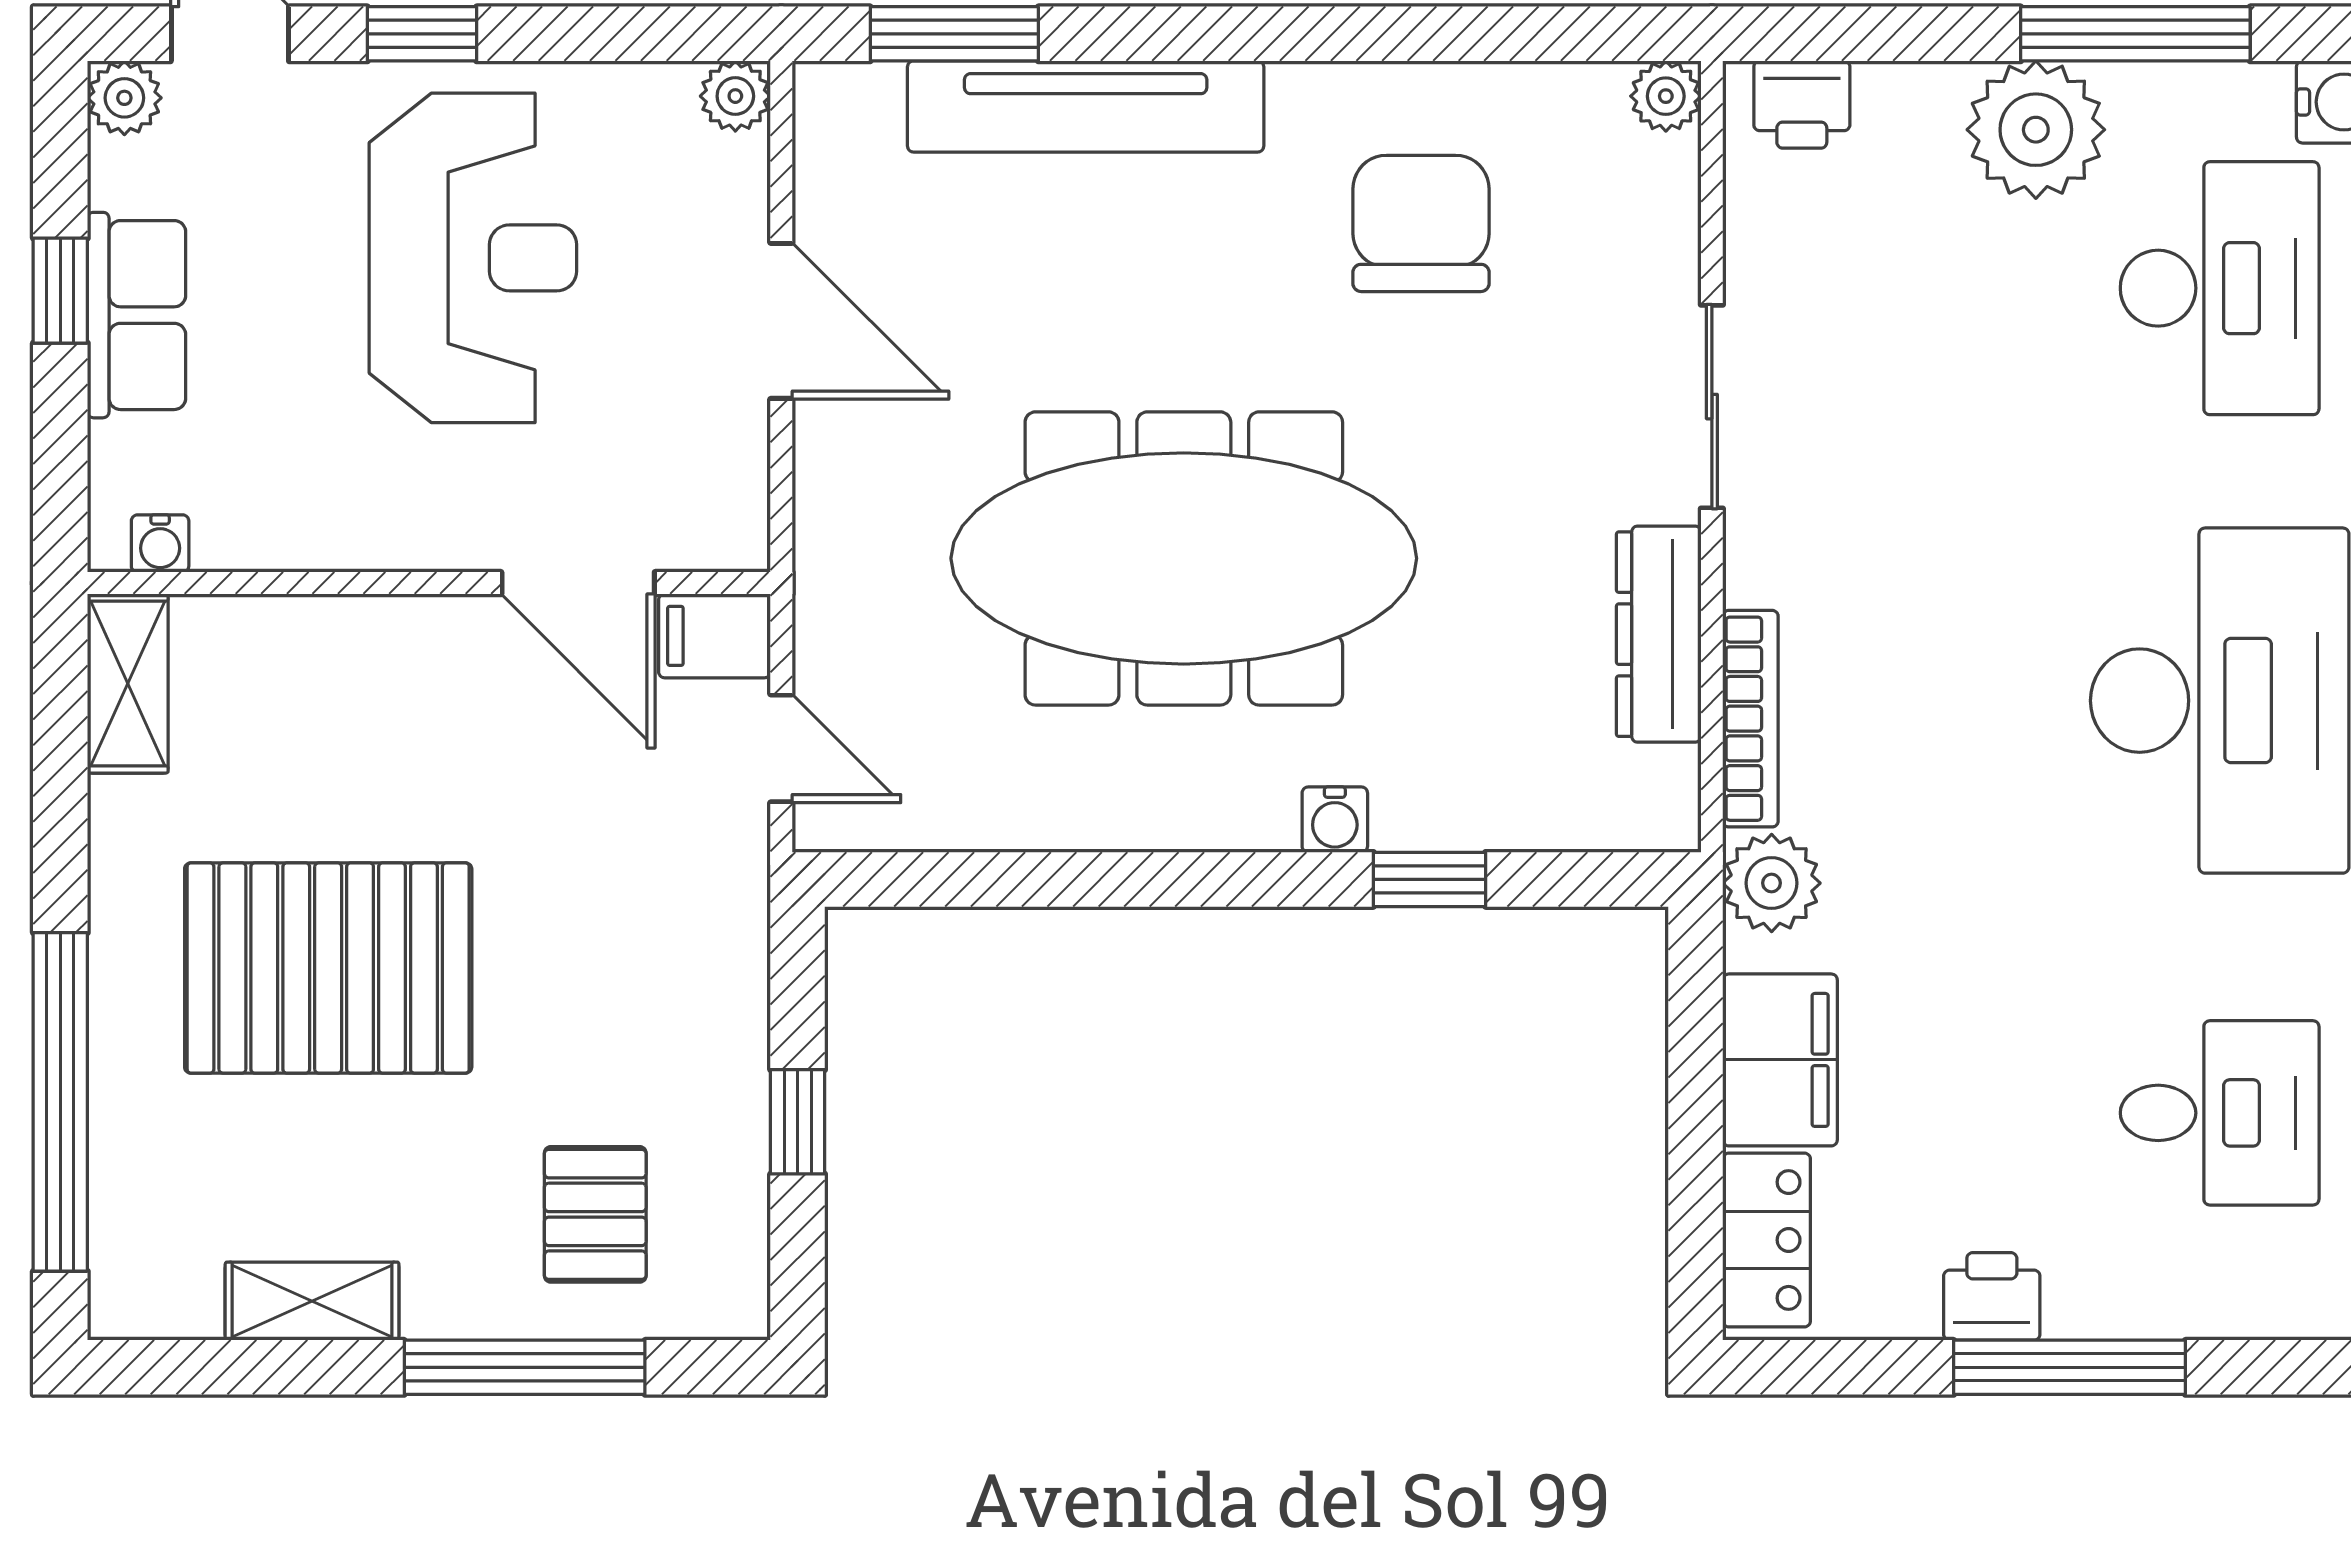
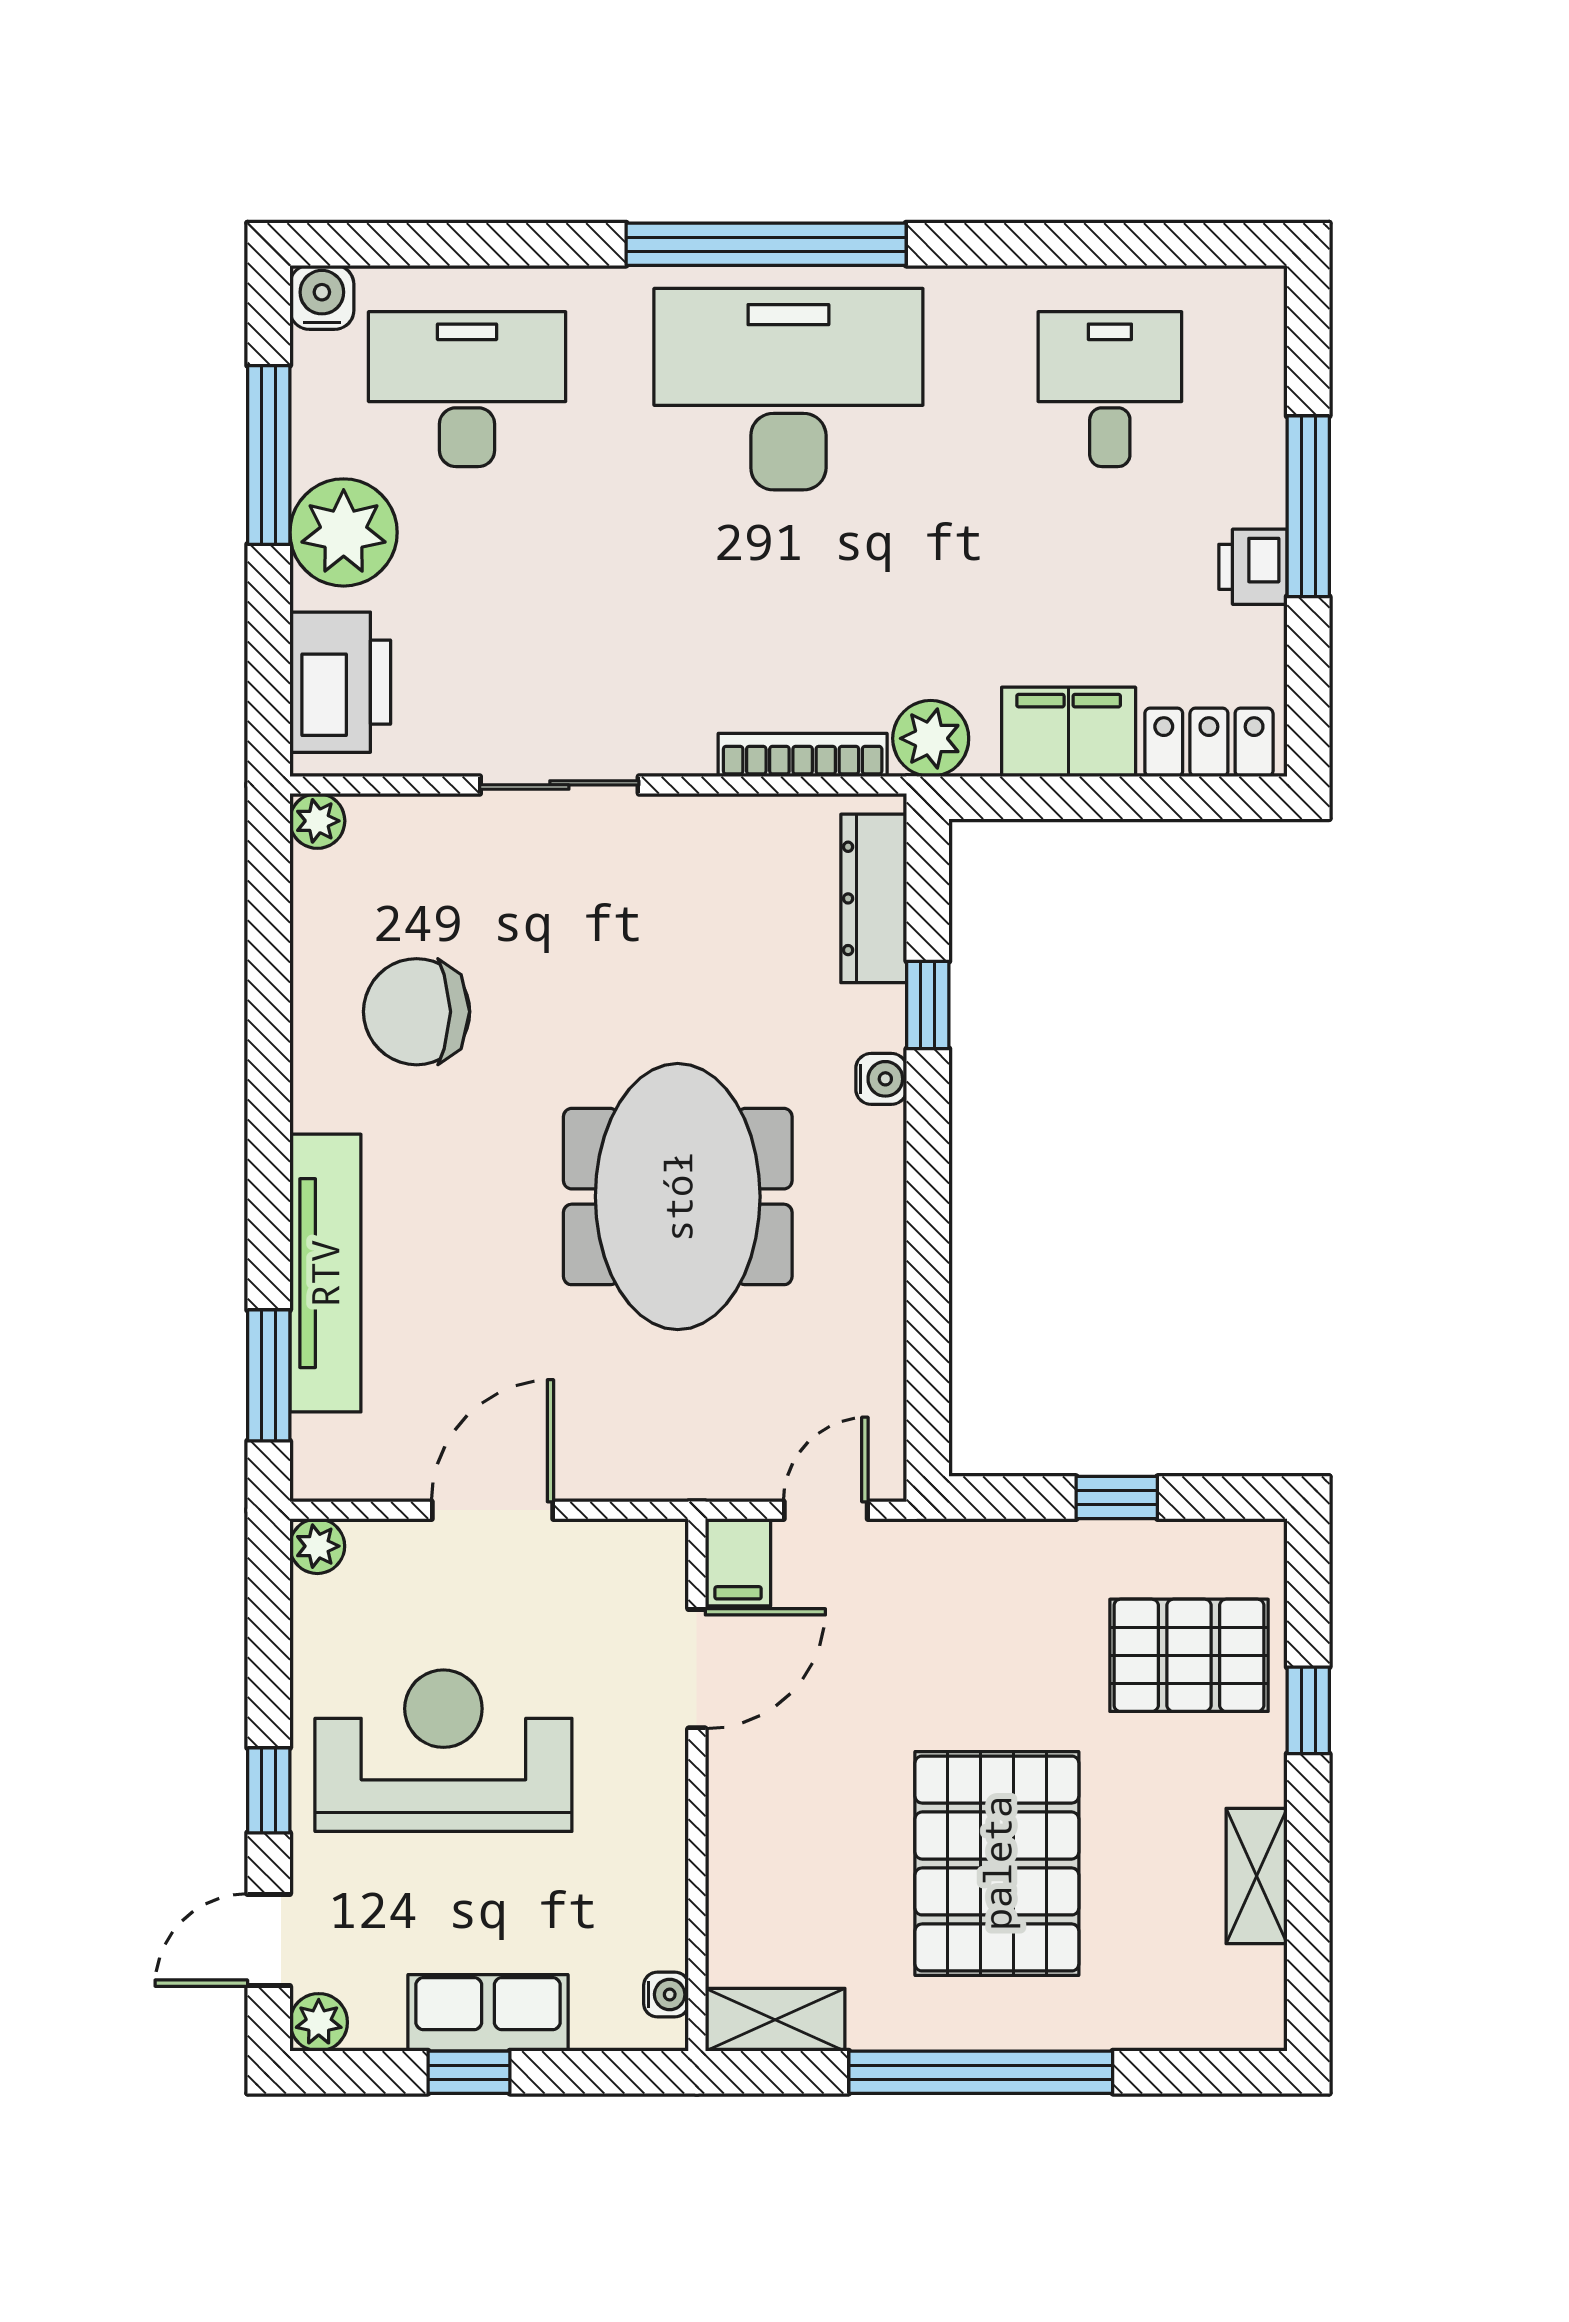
printer: (1802, 105) -> (340, 682), width x1.87, depth x1.48
meeting table: (1184, 558) -> (678, 1197), width x0.73
dresser: (1659, 634) -> (874, 898), moved, turned 90
window: (60, 1102) -> (981, 2072), moved
pallet: (595, 1214) -> (1189, 1655), width x1.50, depth x1.42
window: (525, 1367) -> (1308, 1710), width x0.46

